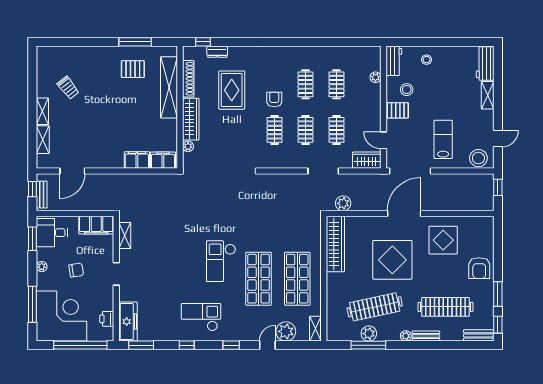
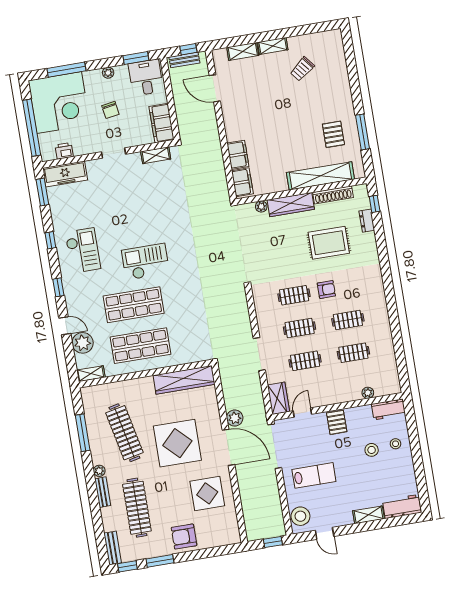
stool: (407, 90) -> (372, 450), moved
plant: (343, 203) -> (235, 418), moved
plant: (369, 334) -> (95, 431), removed

